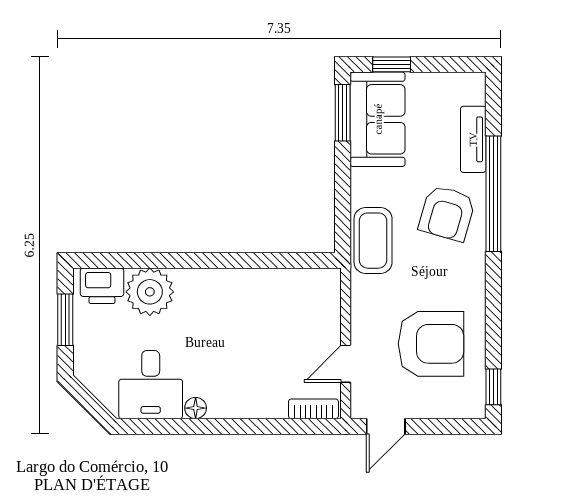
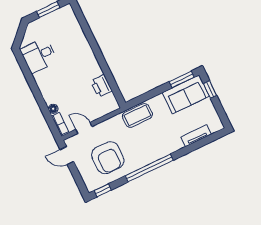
window: (493, 194) -> (149, 168), moved
armchair: (447, 213) -> (162, 139), removed
printer: (102, 286) -> (101, 86), moved
plant: (150, 292) -> (75, 37), removed
floor lamp: (196, 408) -> (53, 109), moved

